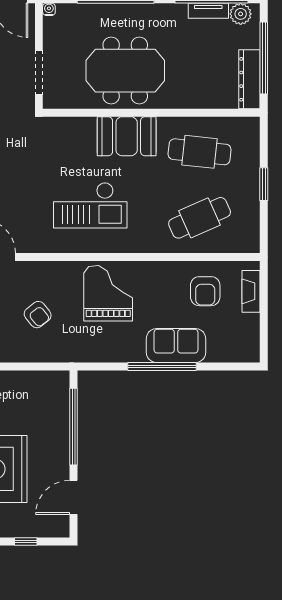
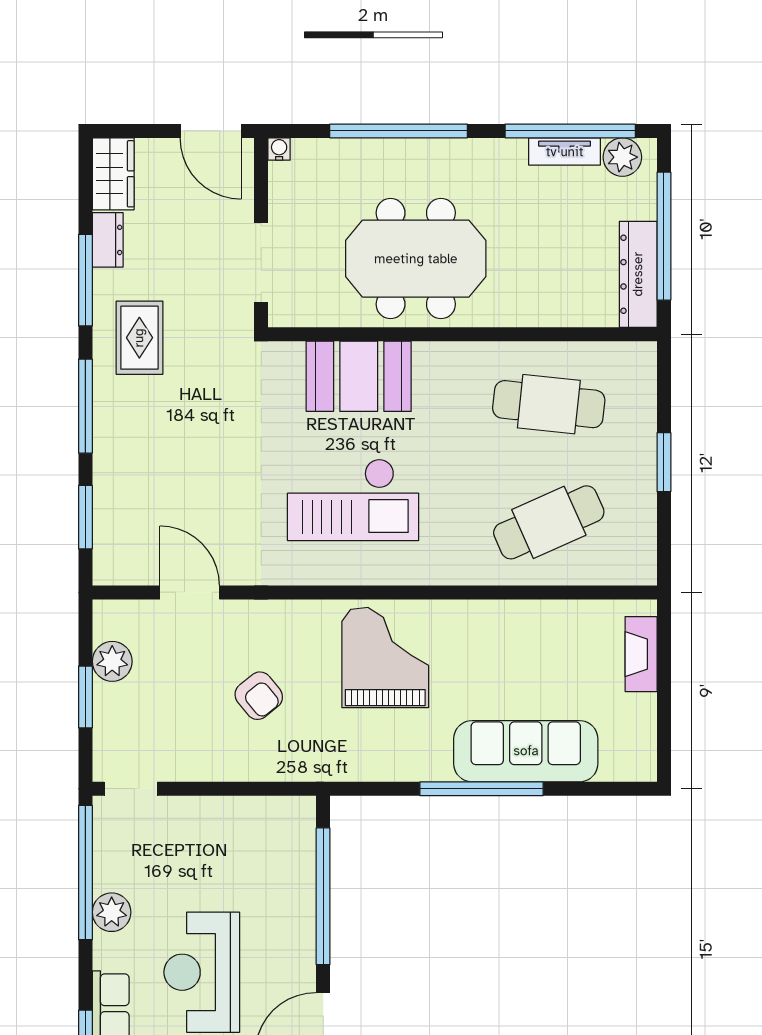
booth: (127, 136) -> (359, 376), moved
armchair: (205, 291) -> (559, 654), removed
sofa: (176, 346) -> (526, 751), width x1.36

